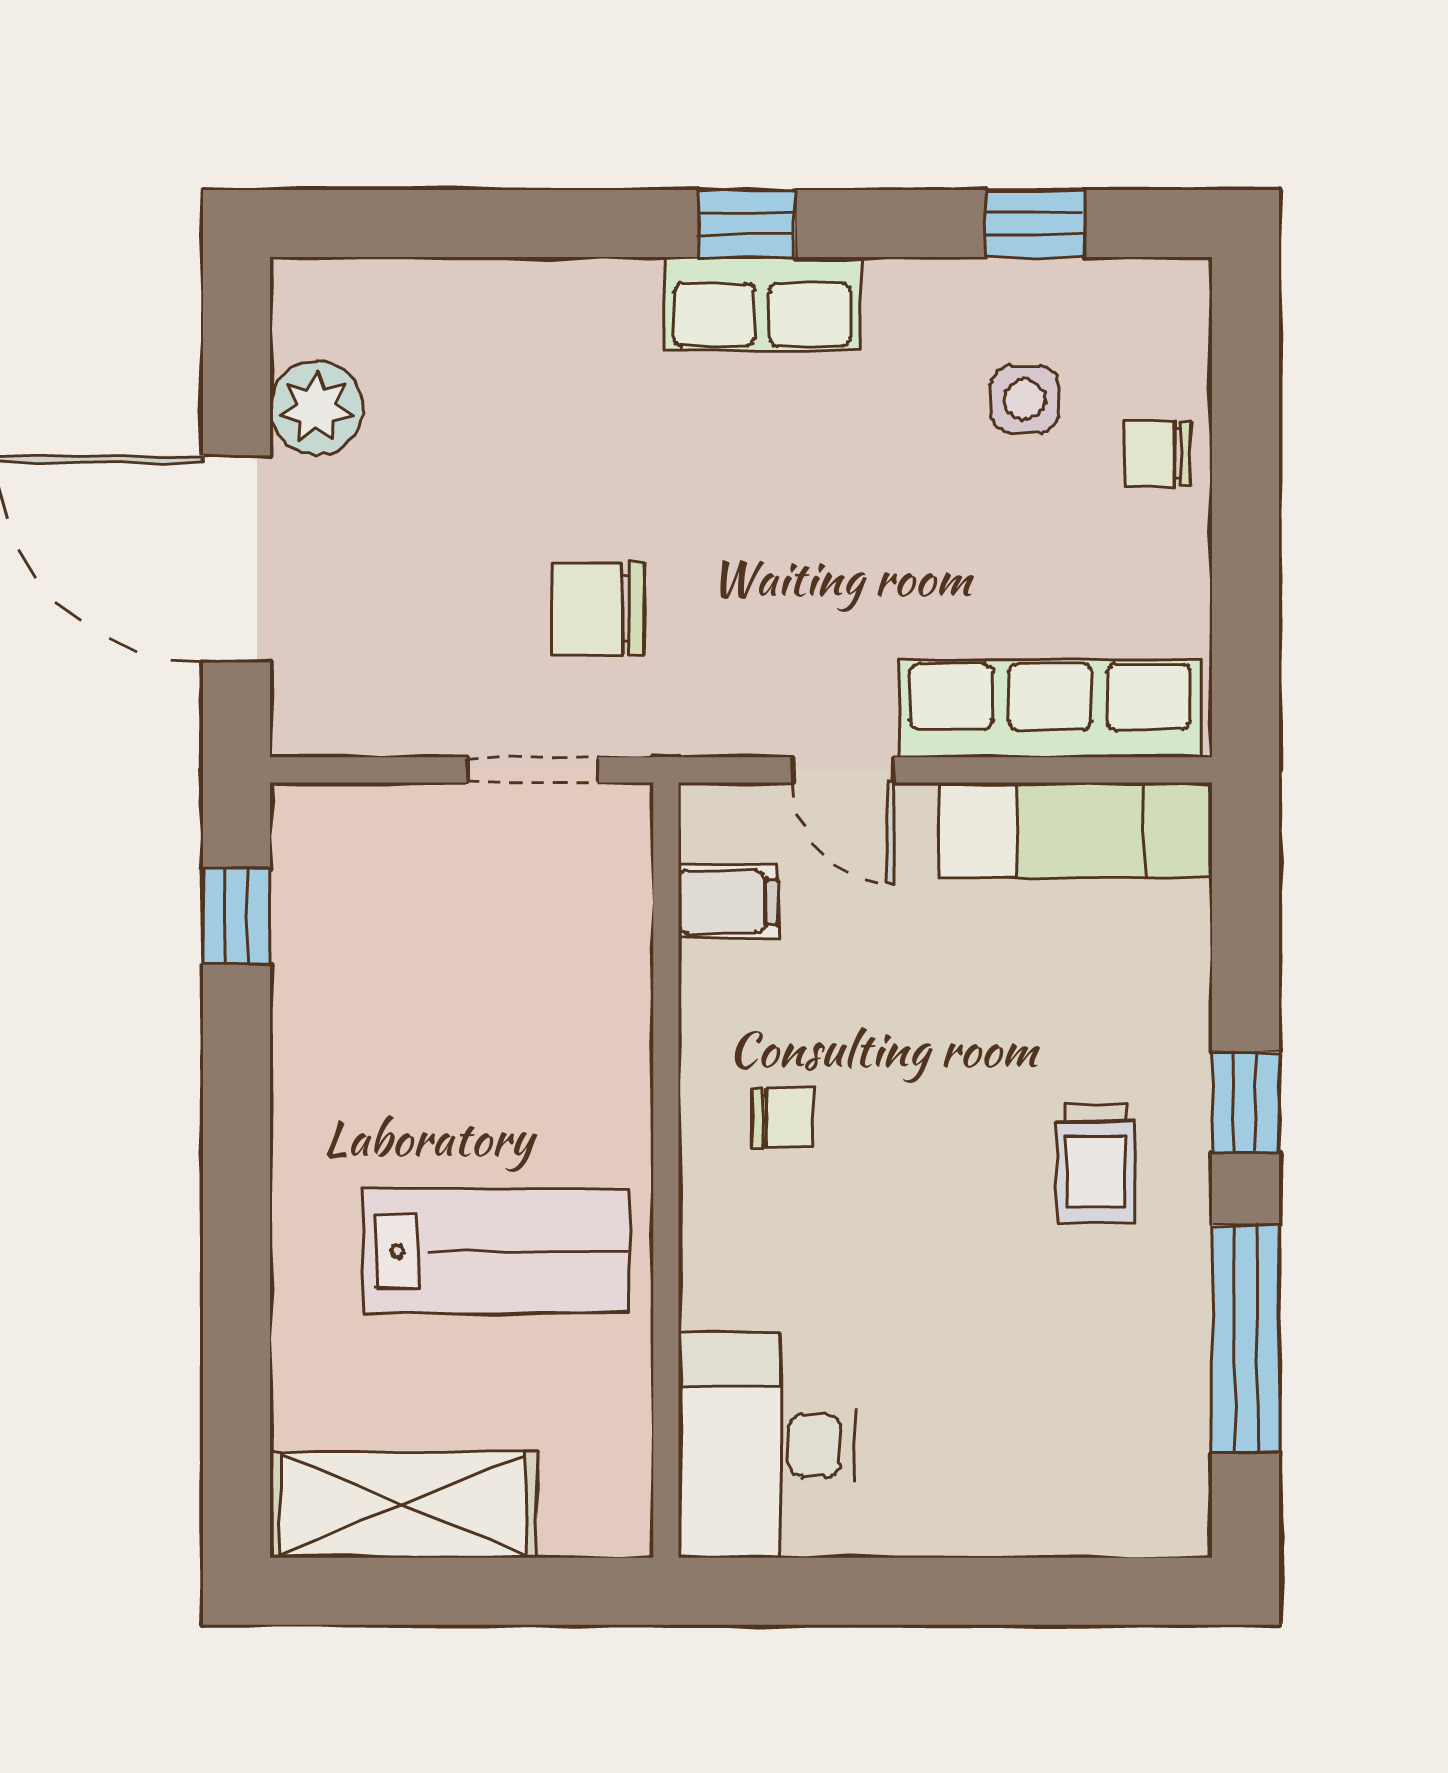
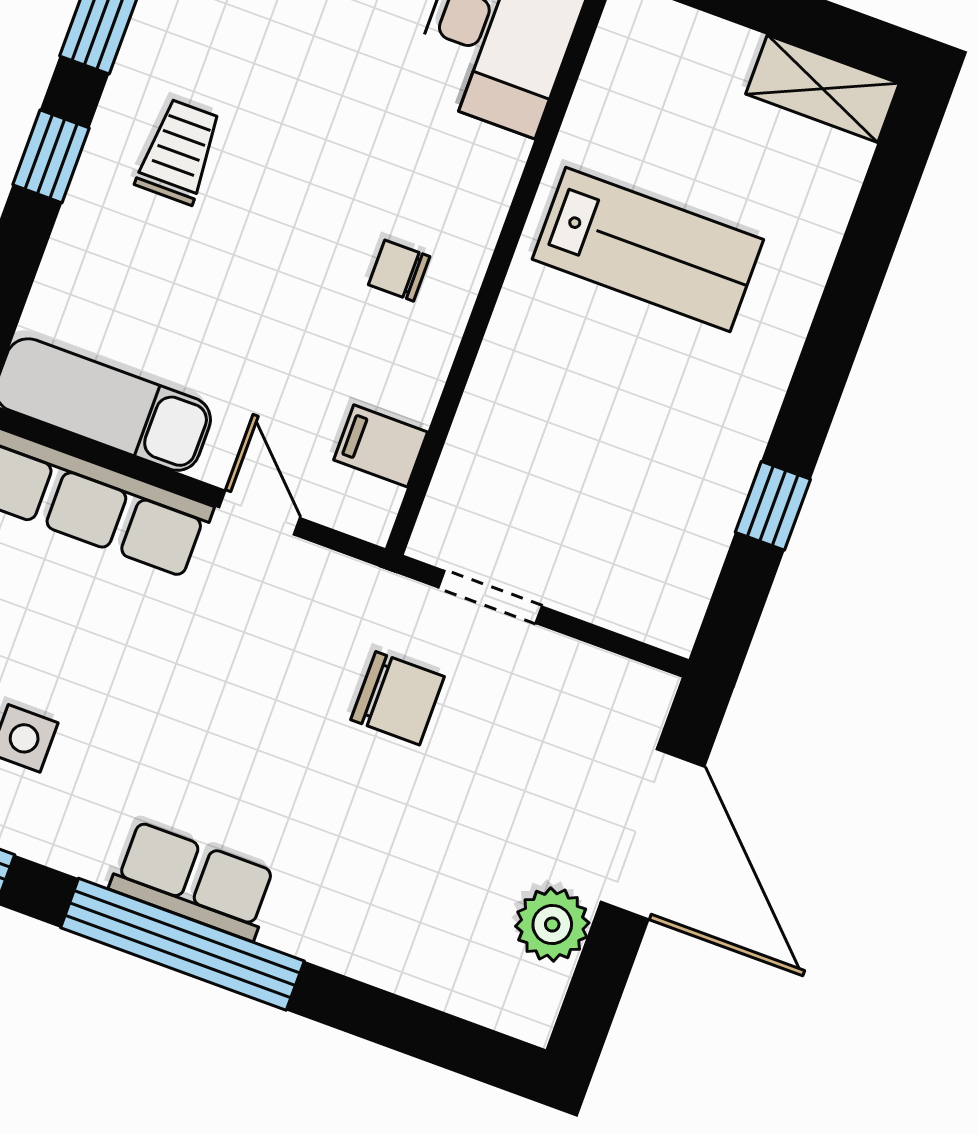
window: (747, 223) -> (182, 944), width x3.17
window: (236, 917) -> (773, 506), moved
lab bench: (496, 1251) -> (648, 249), turned 180
shelving: (403, 1505) -> (822, 89), width x0.67, depth x0.75

